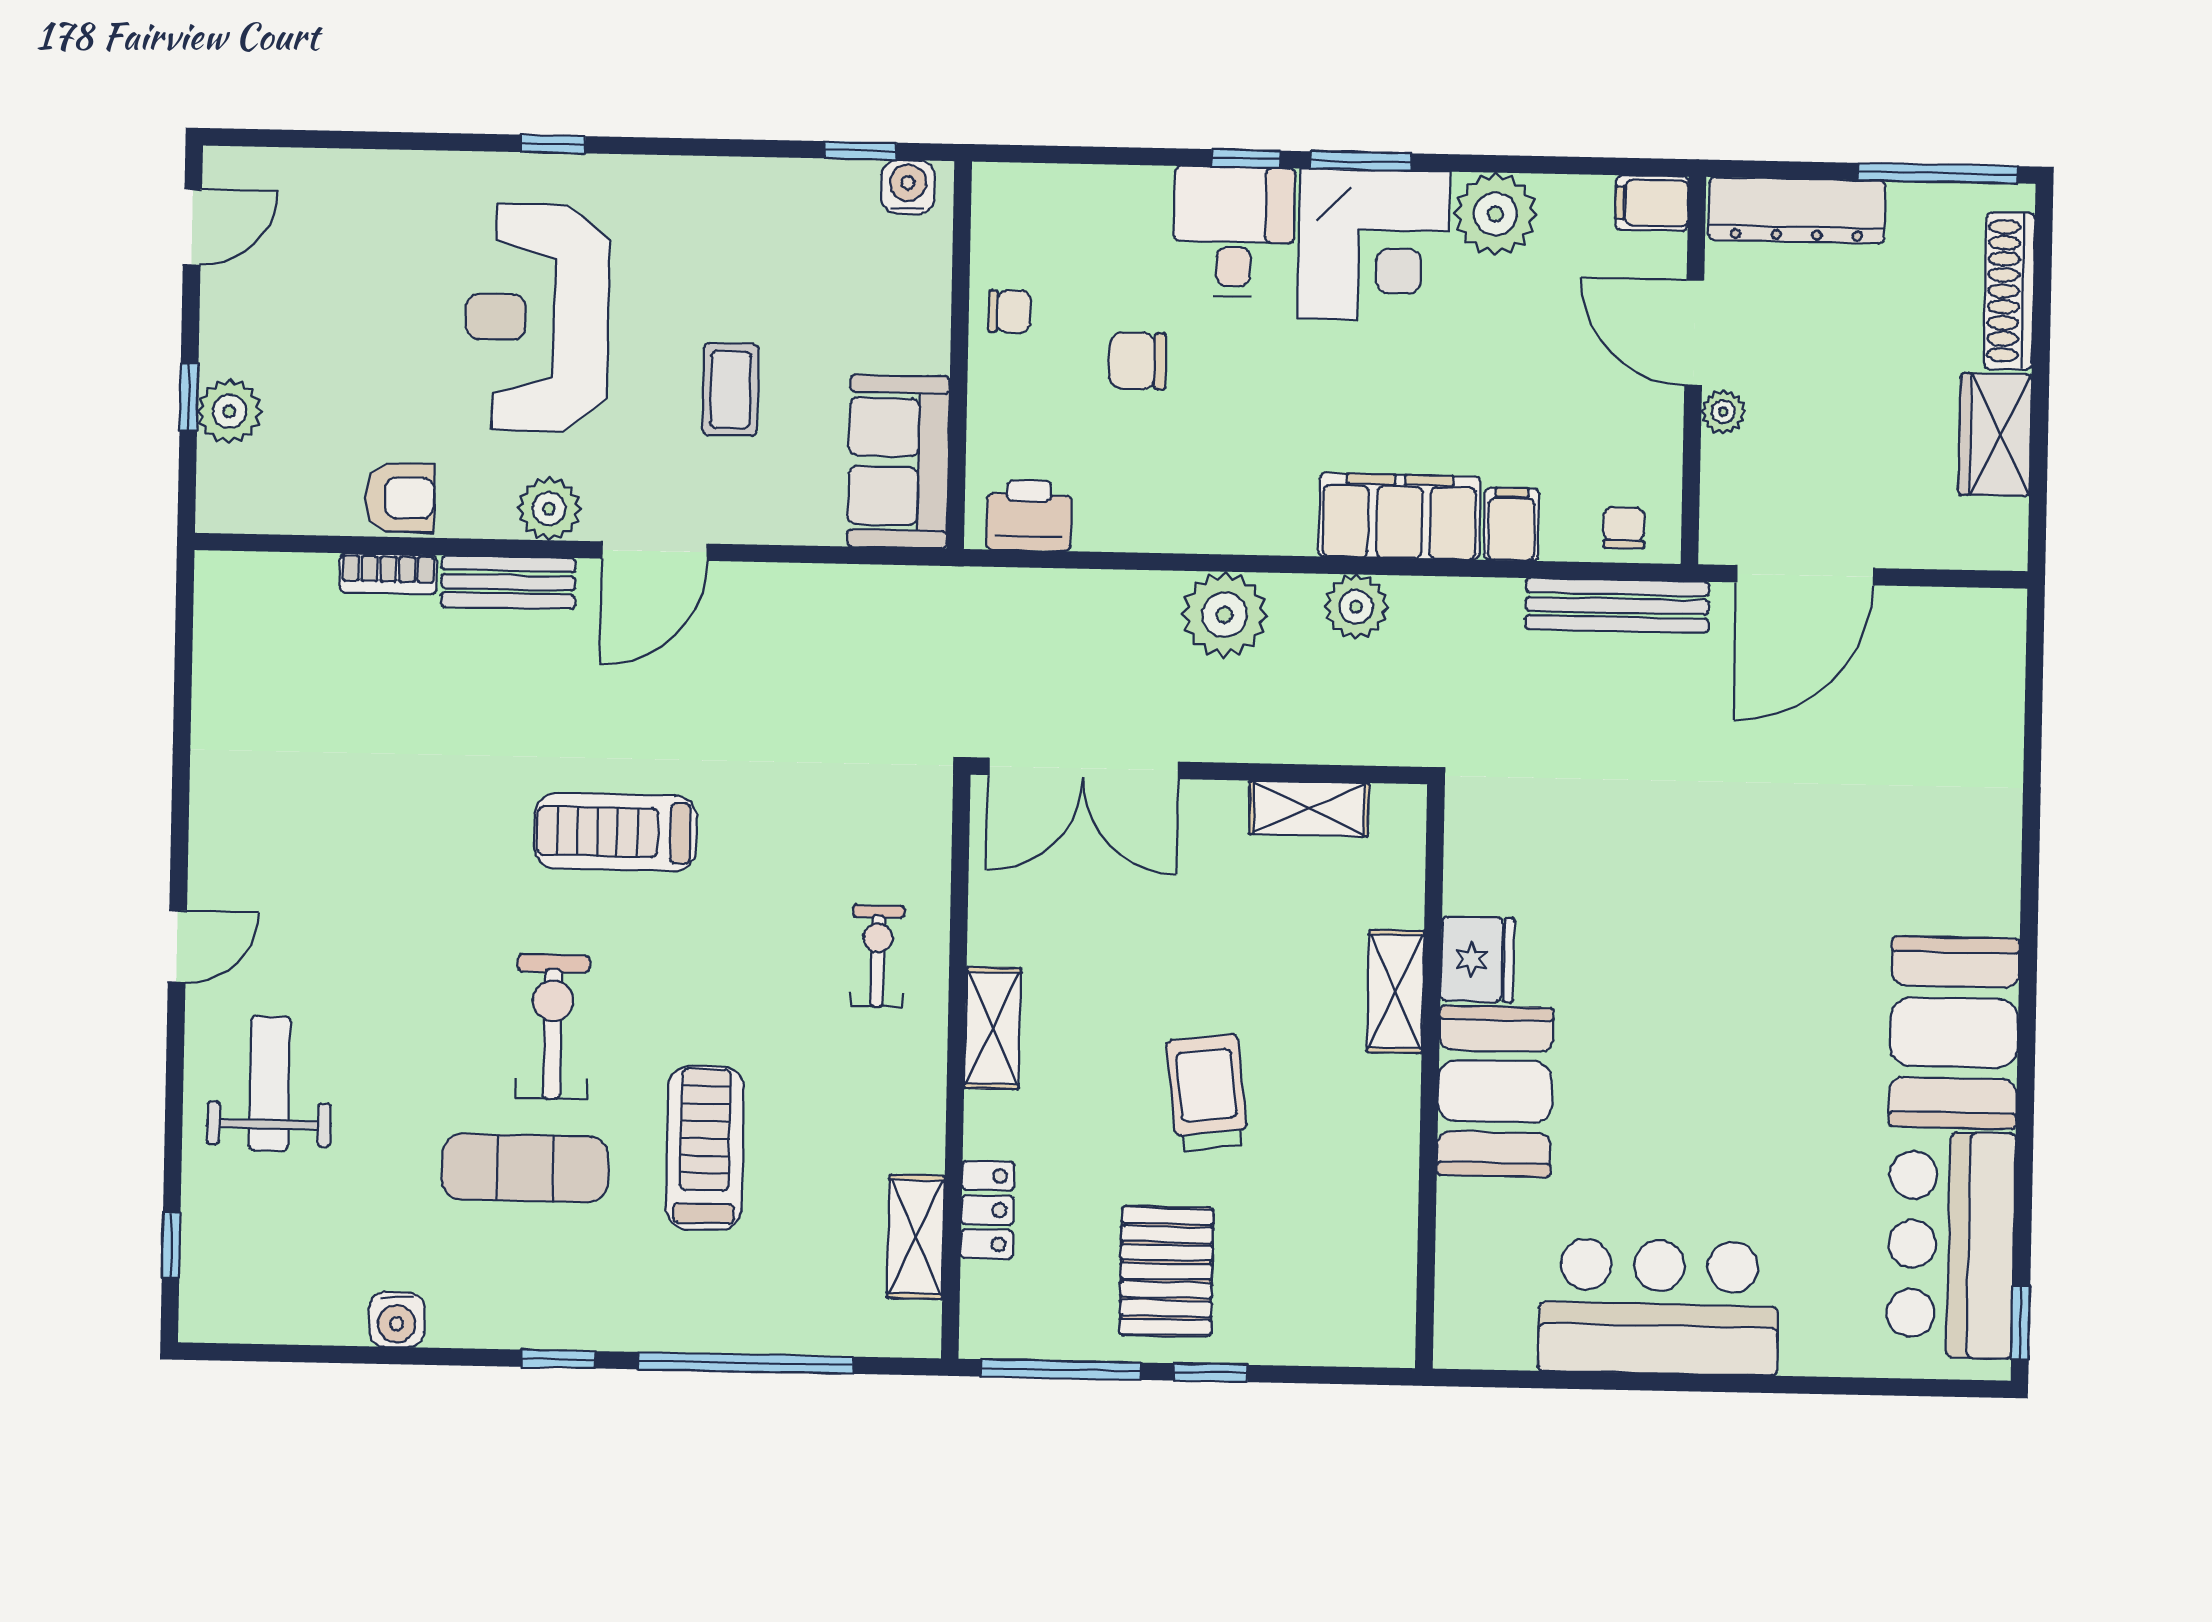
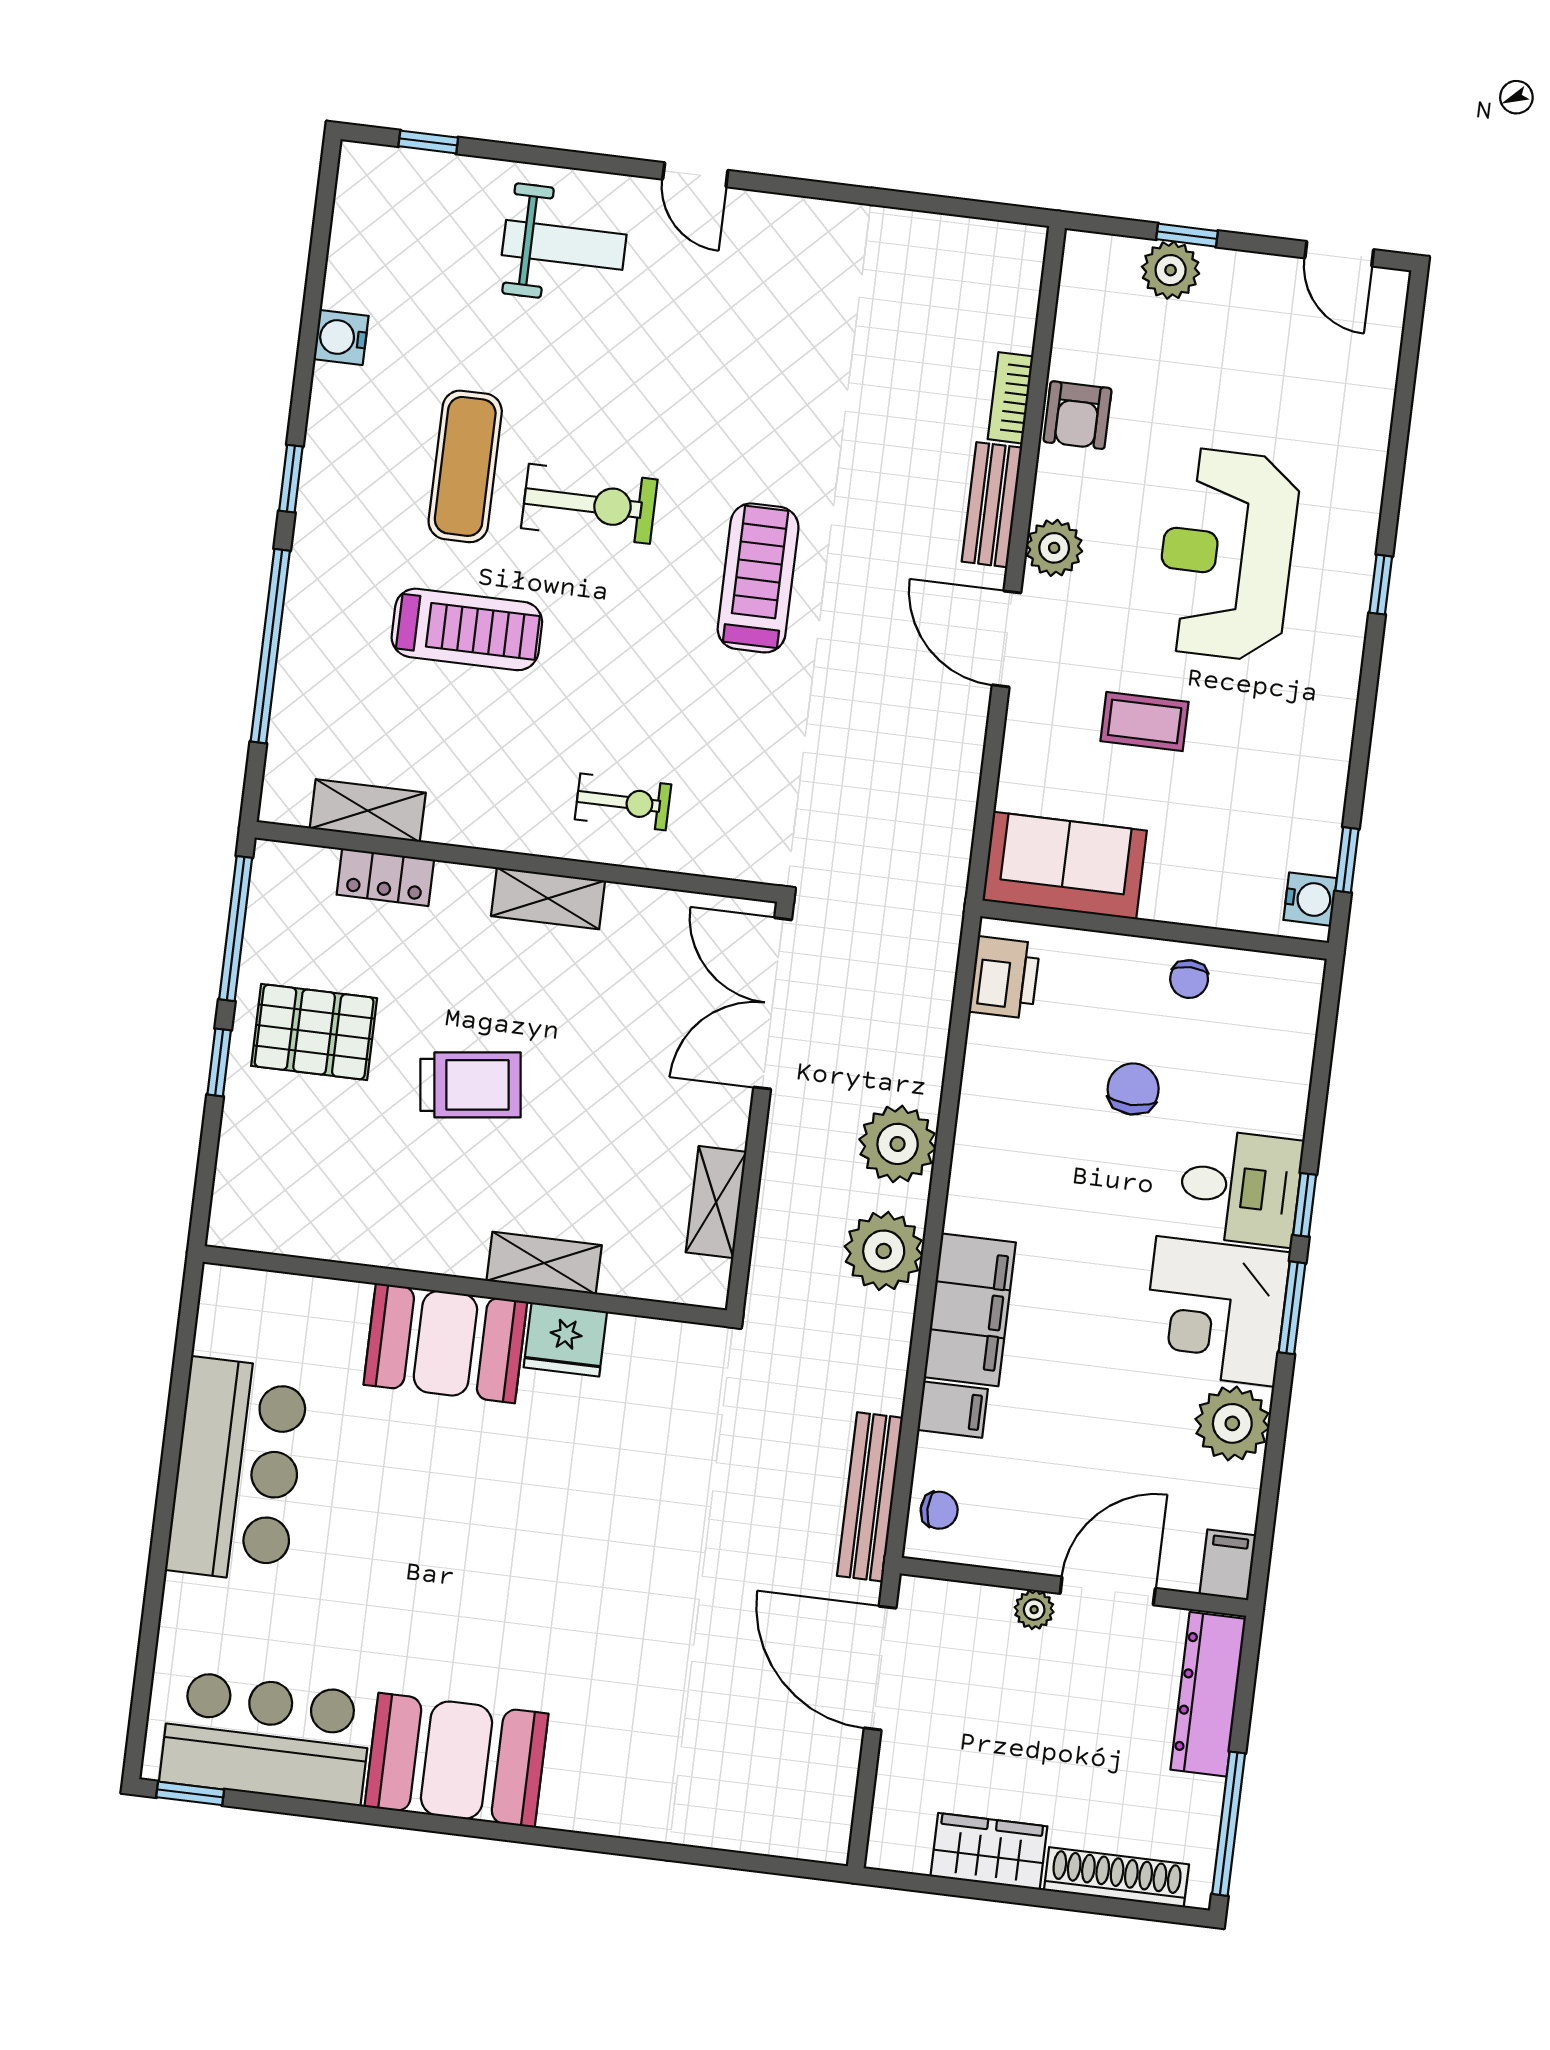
reception desk: (537, 318) -> (1227, 554), turned -90
plant: (1356, 607) -> (884, 1251), width x1.36, depth x1.36

